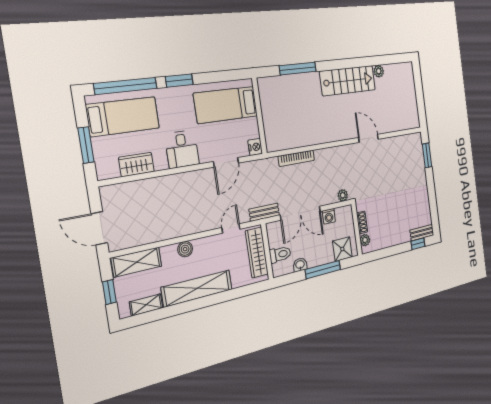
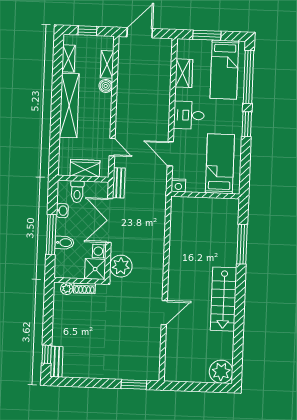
plant: (379, 71) -> (221, 372), moved, width x1.87, depth x1.87
bookcase: (296, 158) -> (160, 226), removed
plant: (343, 195) -> (121, 266), width x1.88, depth x1.88
boiler: (185, 249) -> (106, 86), moved
shower: (342, 249) -> (95, 269), moved
wardrobe: (257, 253) -> (85, 168), width x0.67
bidet: (327, 254) -> (64, 243), added
shelving: (137, 262) -> (107, 64), width x0.67, depth x0.75

